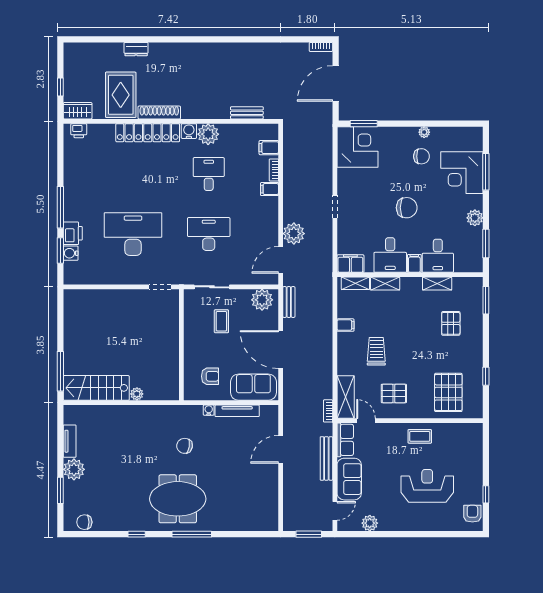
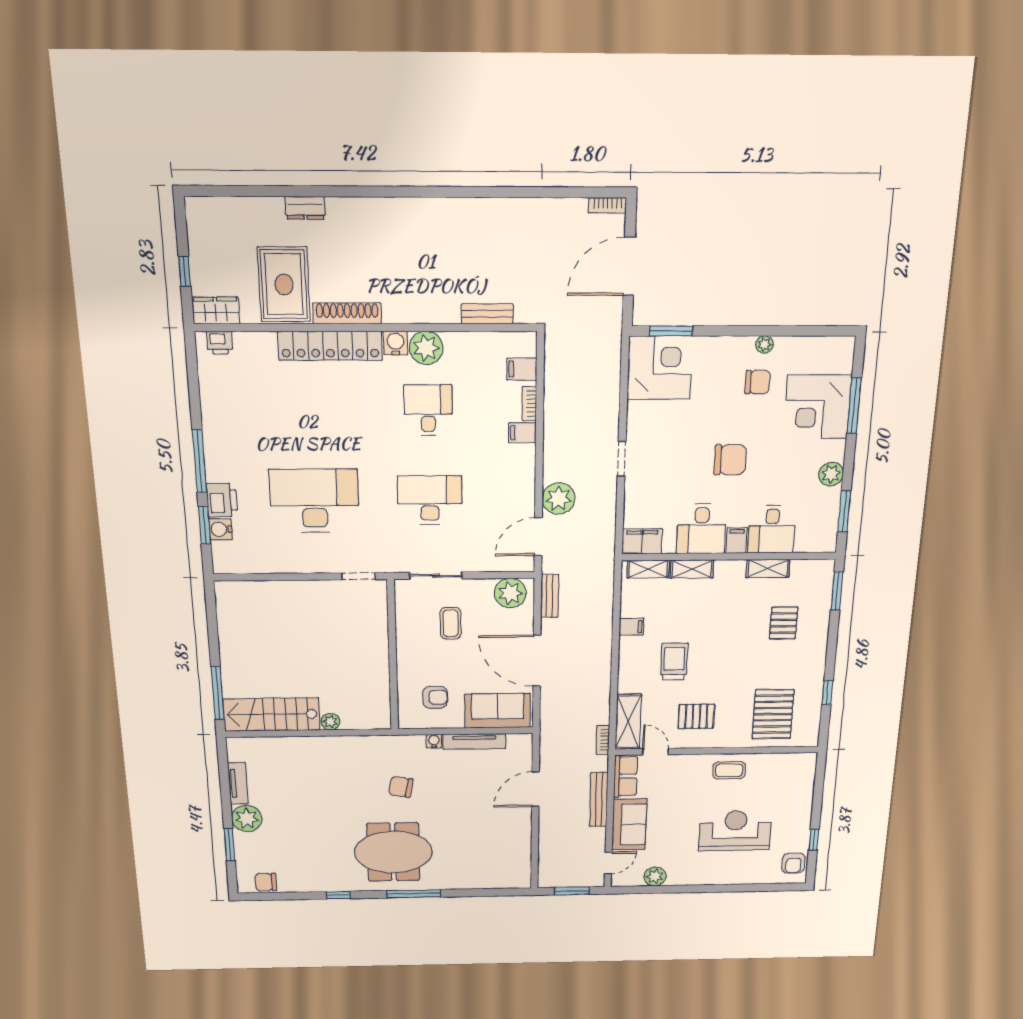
armchair: (472, 514) -> (794, 863), turned 180

